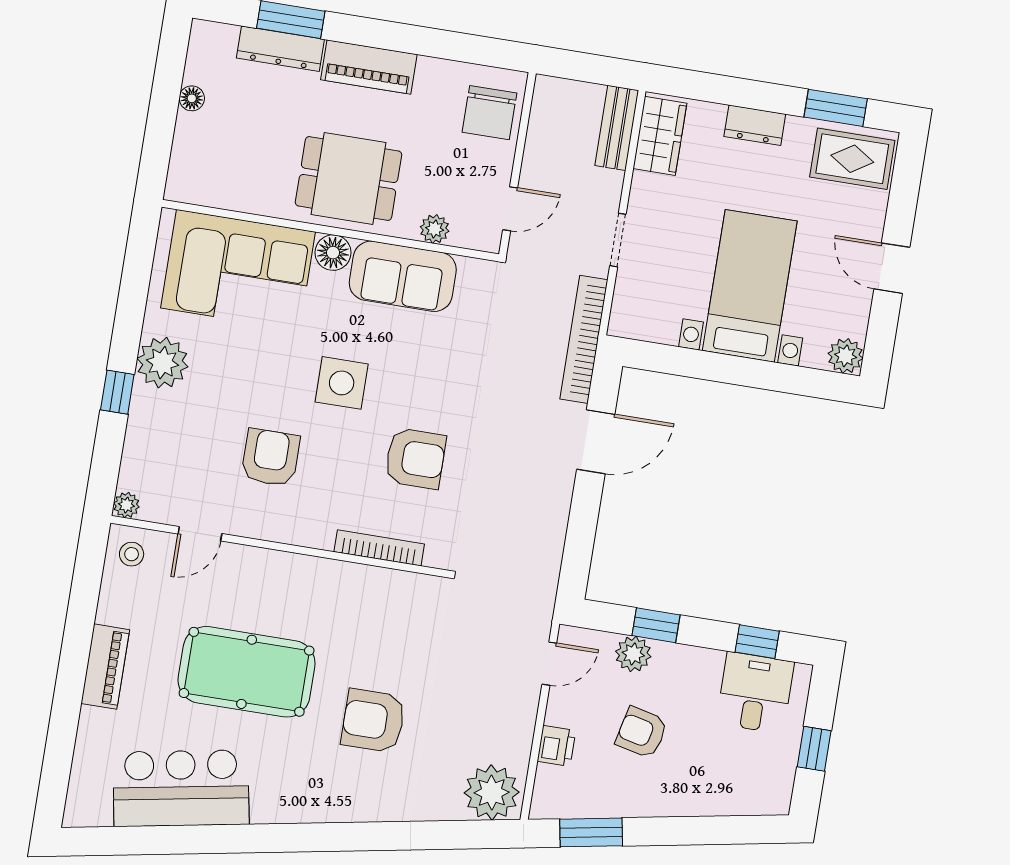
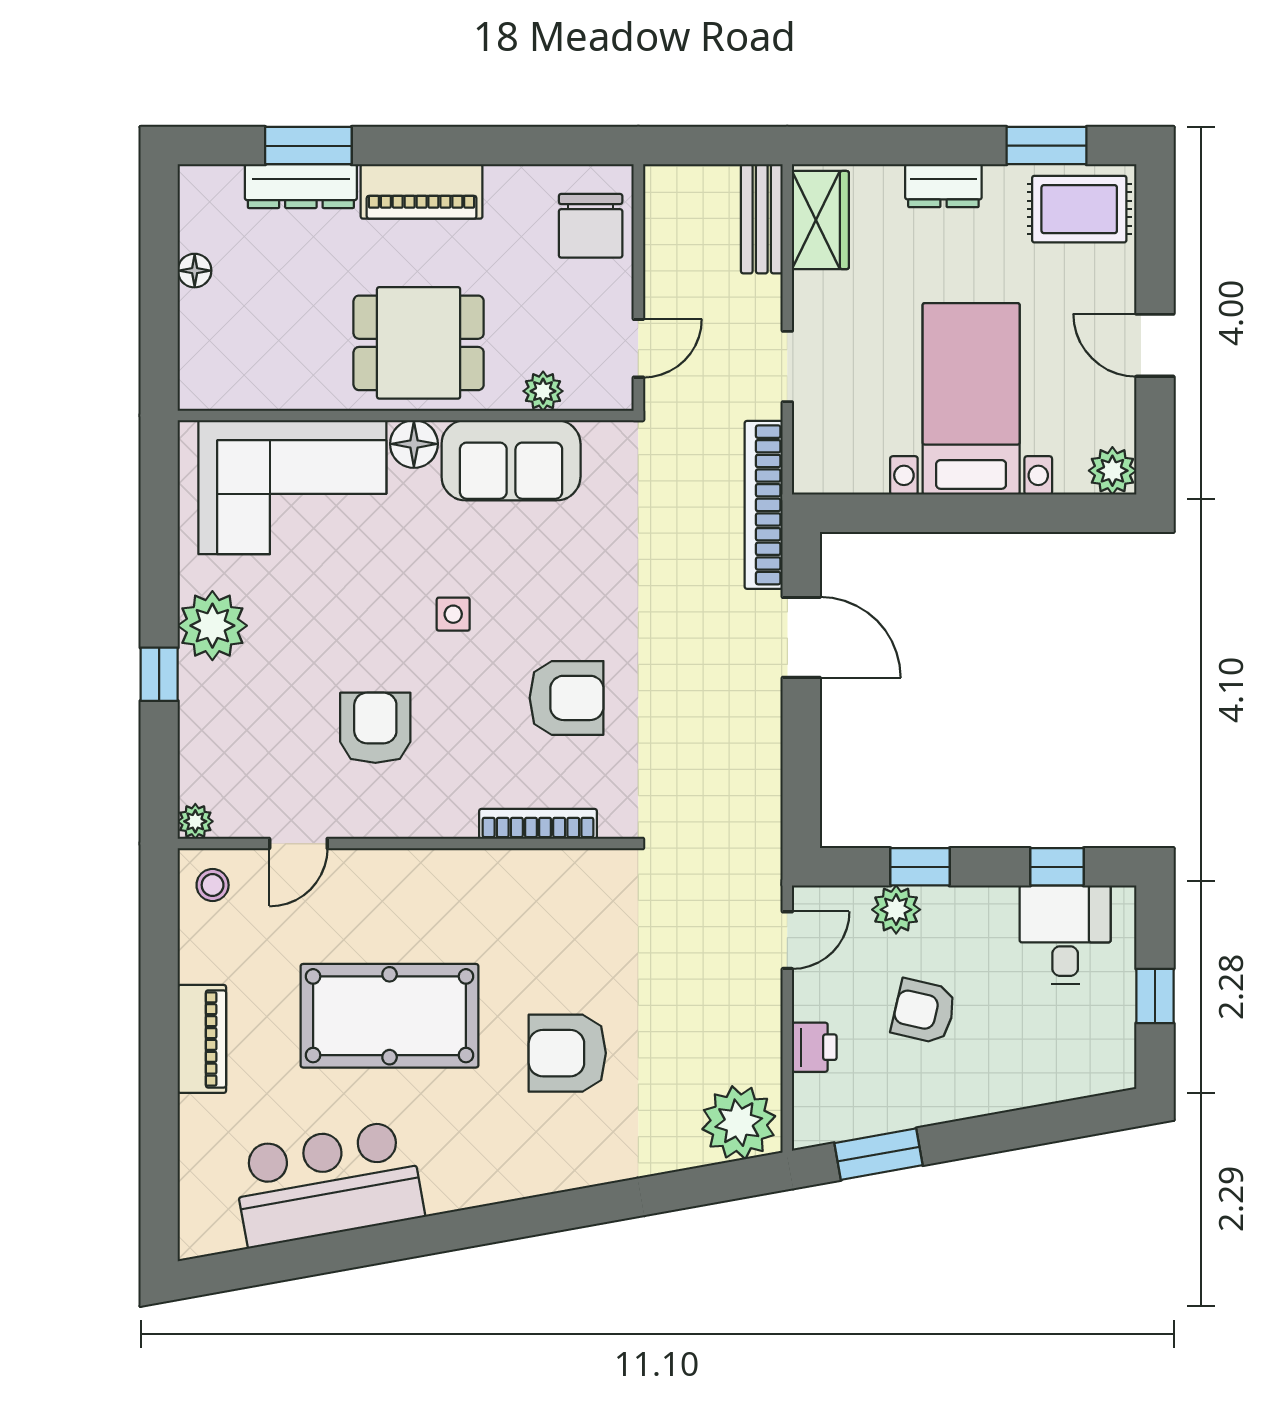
side table: (342, 383) -> (453, 614), width x0.54, depth x0.54
door: (596, 442) -> (801, 637), hinge flipped

